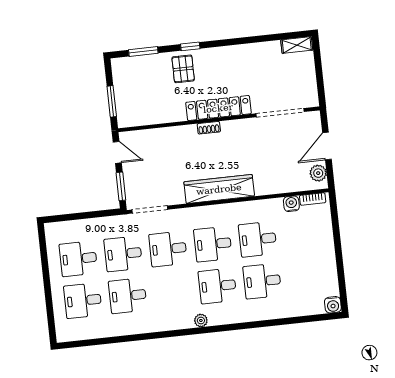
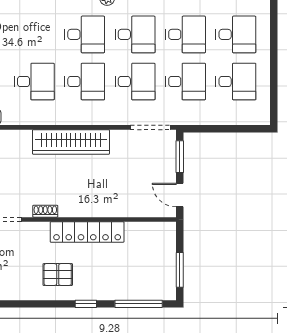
window: (143, 51) -> (139, 304), width x1.44
pallet: (183, 69) -> (58, 275), moved, turned 90
window: (112, 101) -> (180, 270), moved
locker: (218, 108) -> (87, 232), moved
shoe rack: (209, 128) -> (45, 211), moved
desk: (262, 281) -> (135, 34), moved

